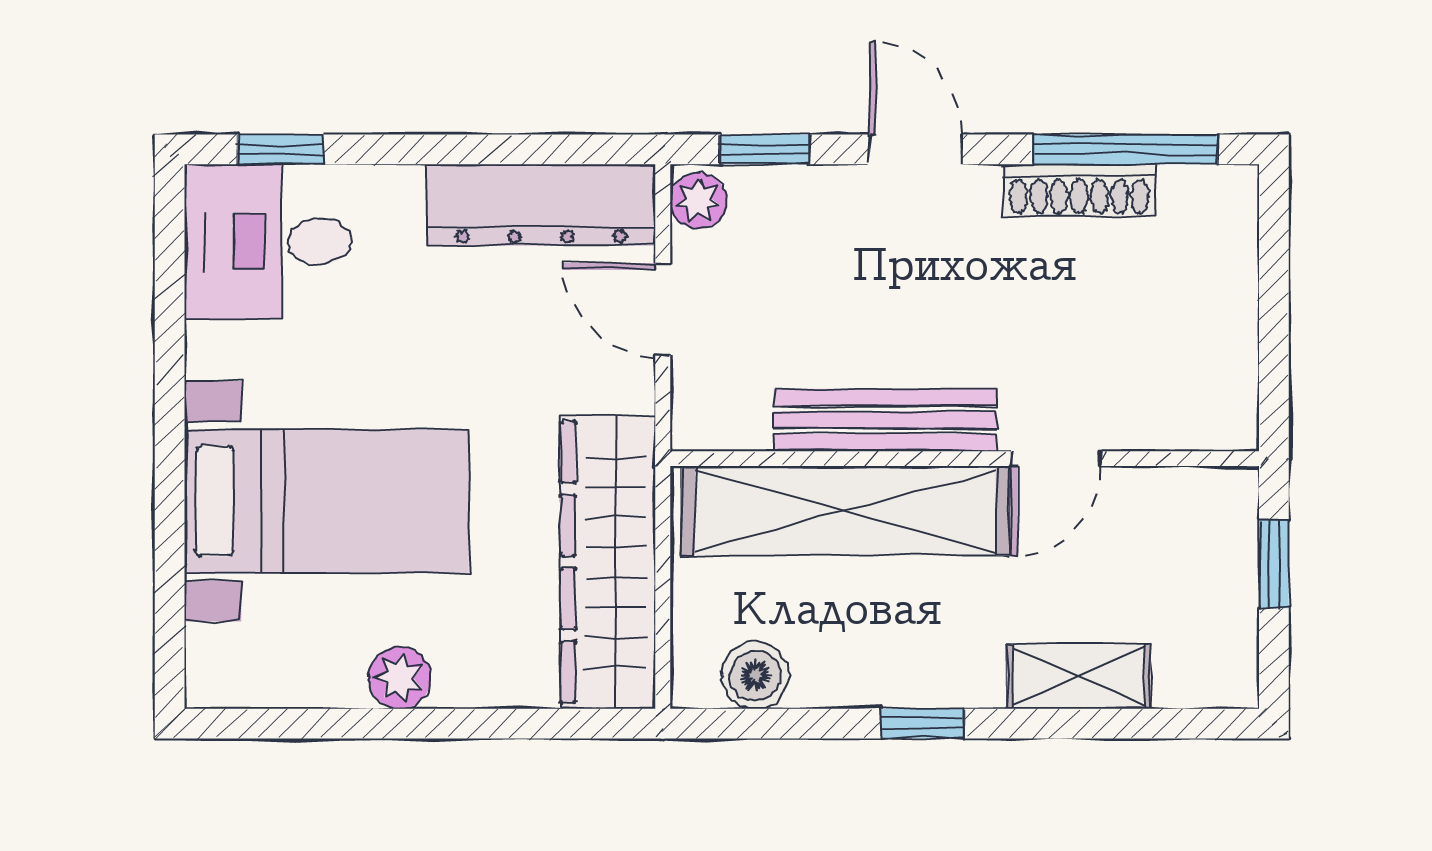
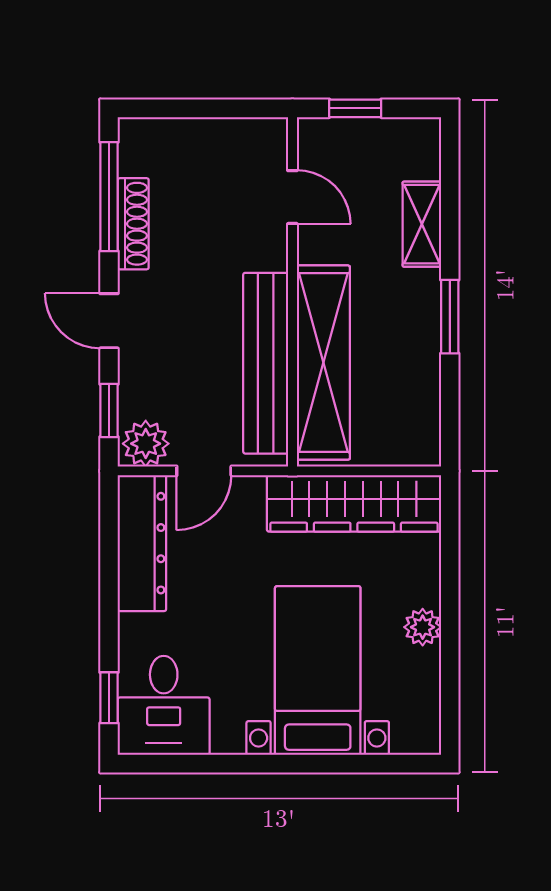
door: (916, 149) -> (109, 321), hinge flipped
plant: (698, 201) -> (146, 444), width x1.38, depth x1.38
bench: (885, 420) -> (266, 363), width x1.37, depth x1.21
door: (1056, 459) -> (292, 197), moved
boiler: (756, 675) -> (421, 416), removed
window: (923, 724) -> (450, 317), width x1.50

